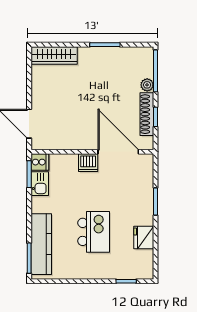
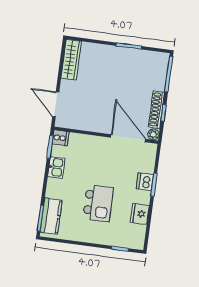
wardrobe: (54, 56) -> (71, 60), moved, turned -90
plant: (147, 85) -> (153, 134), moved
dishwasher: (88, 163) -> (145, 182), moved, turned 90
kitchen sink: (40, 184) -> (56, 167), moved
kitchen counter: (41, 244) -> (51, 216), width x0.67

